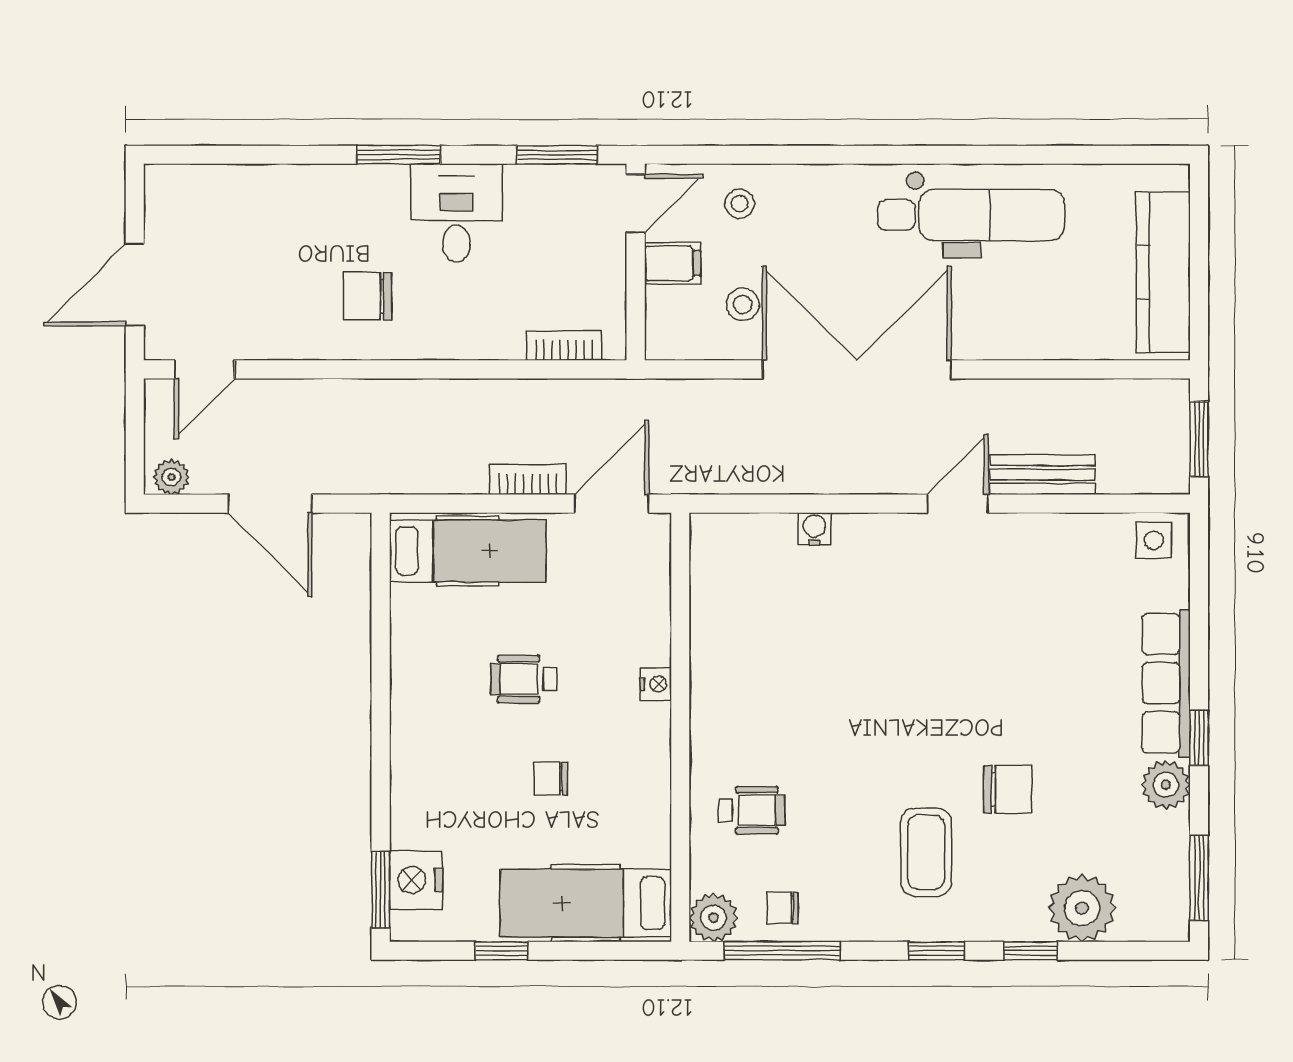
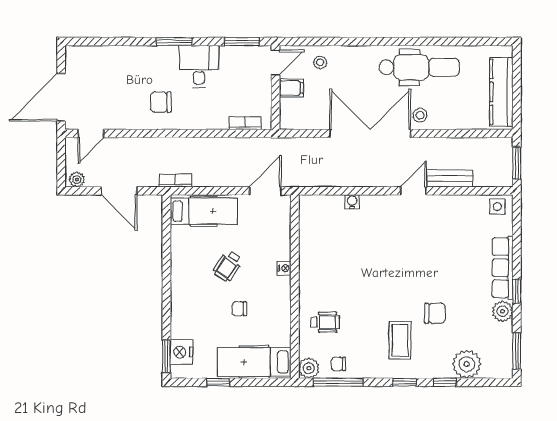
door: (135, 285) -> (61, 97), width x1.36
stool: (743, 304) -> (420, 115), moved
bookcase: (528, 479) -> (175, 181), moved
wheelchair: (524, 679) -> (228, 266), turned -56

